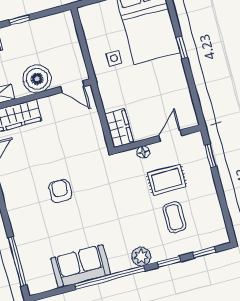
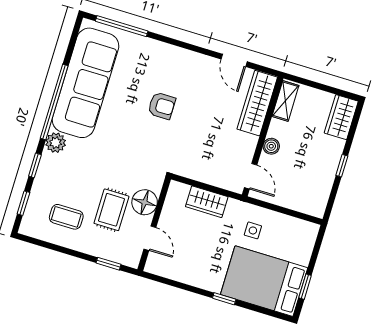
boiler: (37, 79) -> (271, 146), width x0.54, depth x0.54
door: (72, 87) -> (251, 176), swing flipped
wardrobe: (119, 128) -> (207, 202), moved
floor lamp: (143, 152) -> (145, 202), width x1.89, depth x1.89
coffee table: (174, 217) -> (66, 217), moved
sofa: (81, 266) -> (86, 83), width x1.85, depth x1.27

